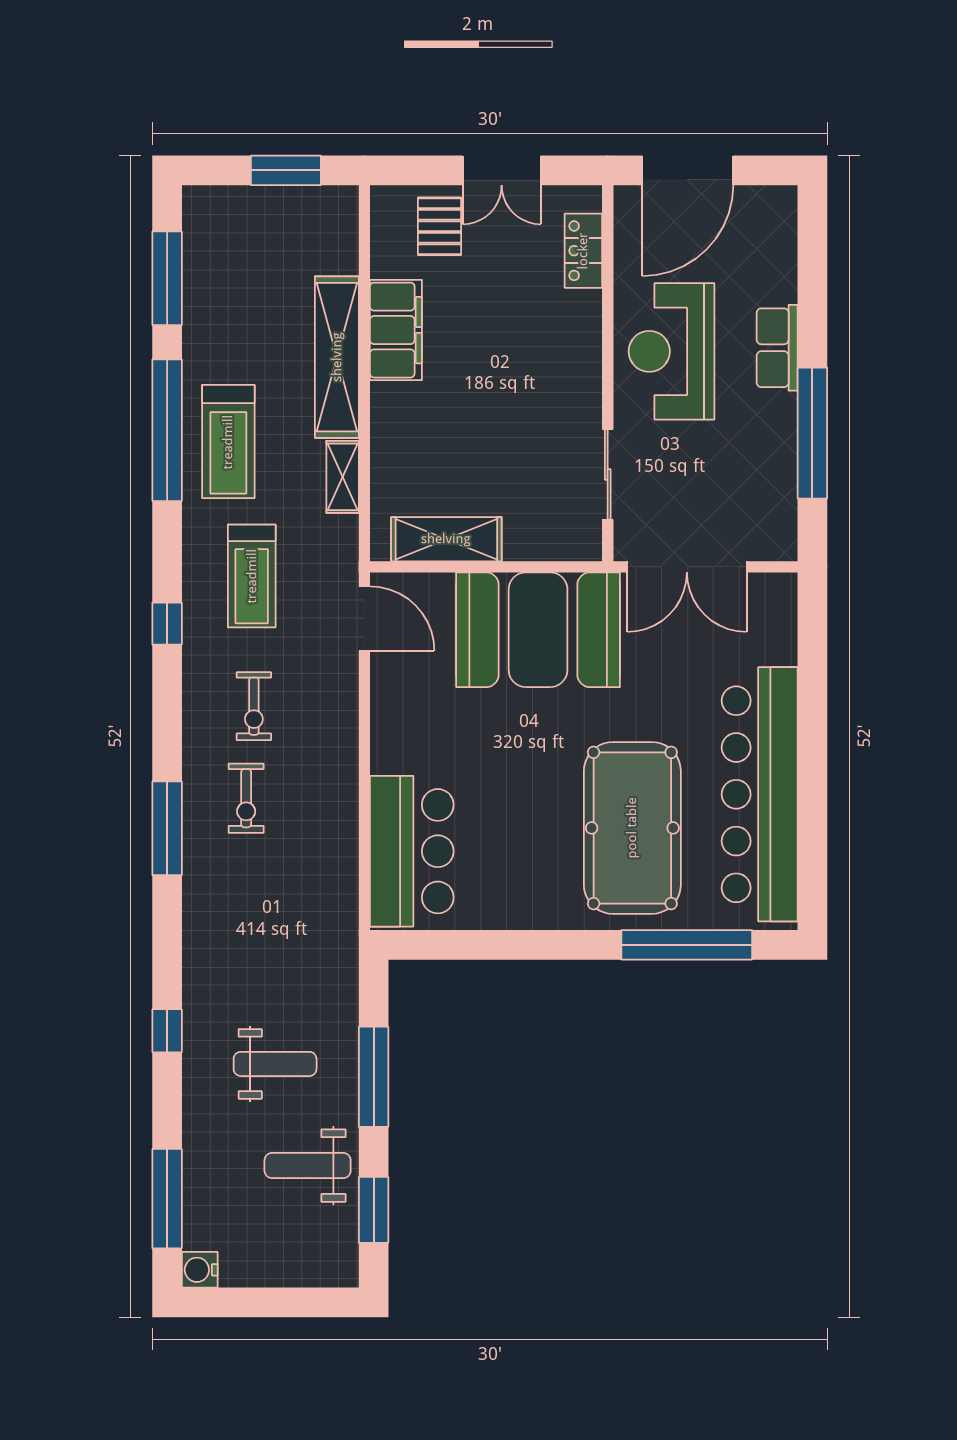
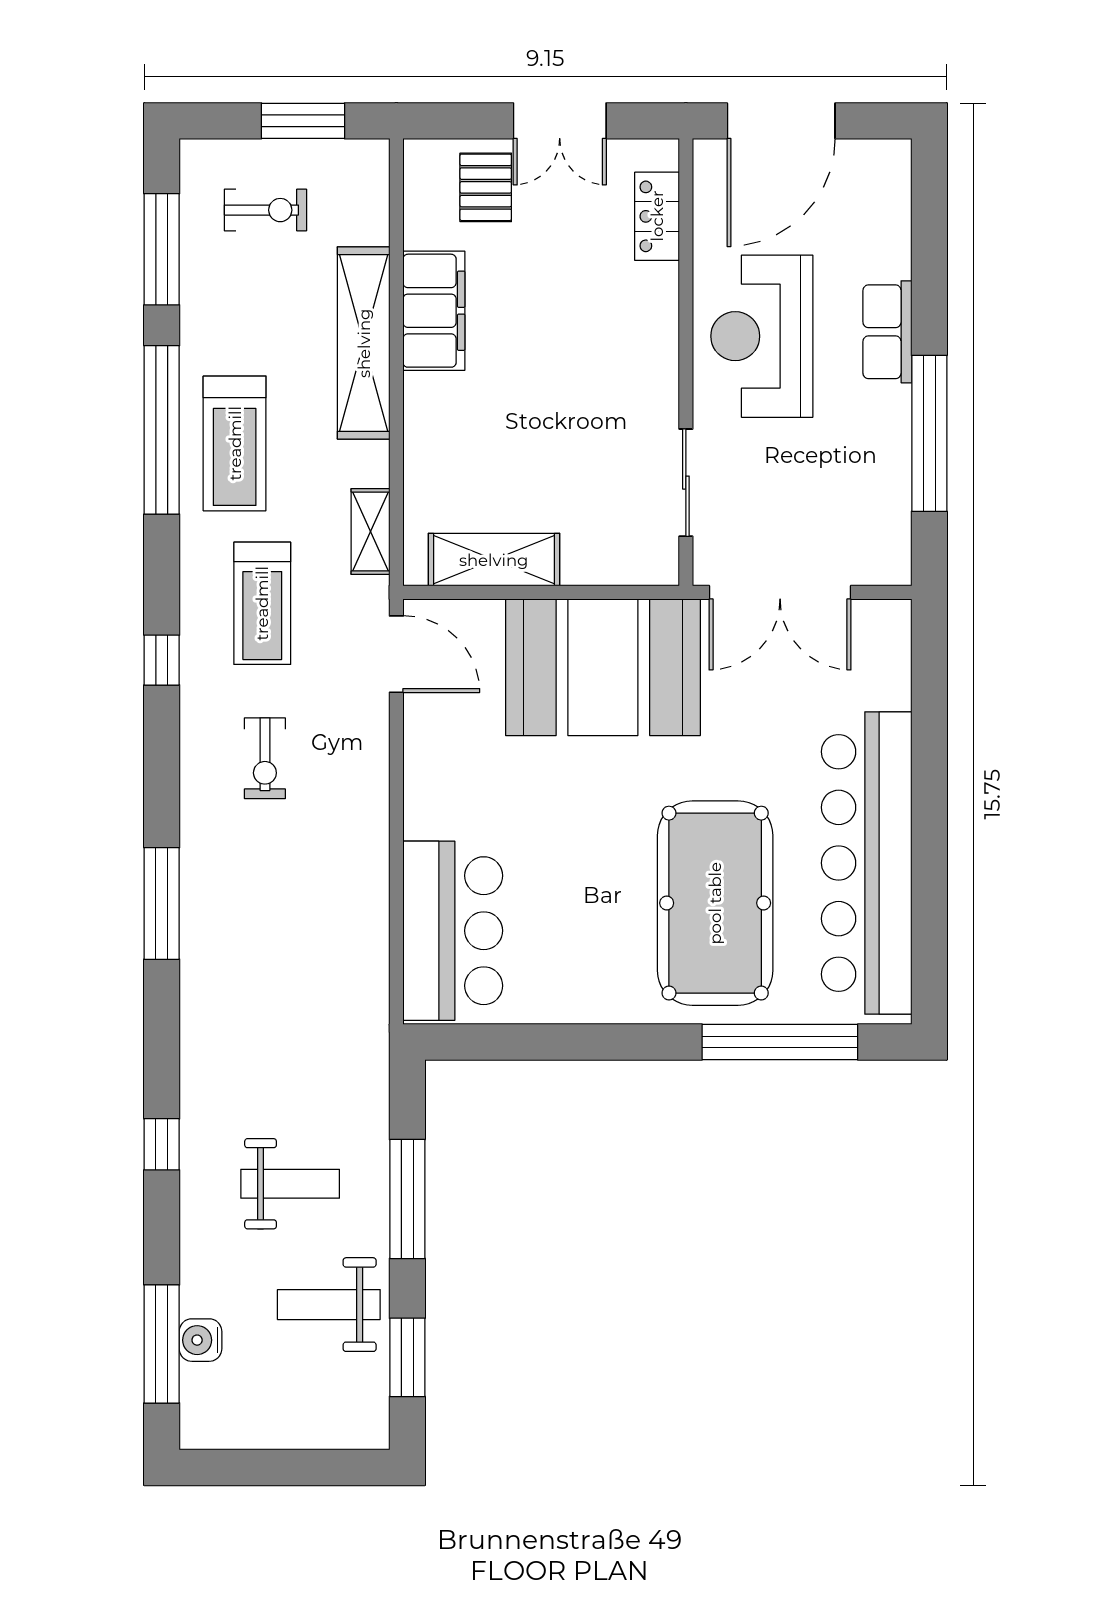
shelving: (343, 477) -> (370, 532), moved
exercise bike: (246, 798) -> (265, 210), moved, turned -90
water cooler: (200, 1270) -> (201, 1340), moved

